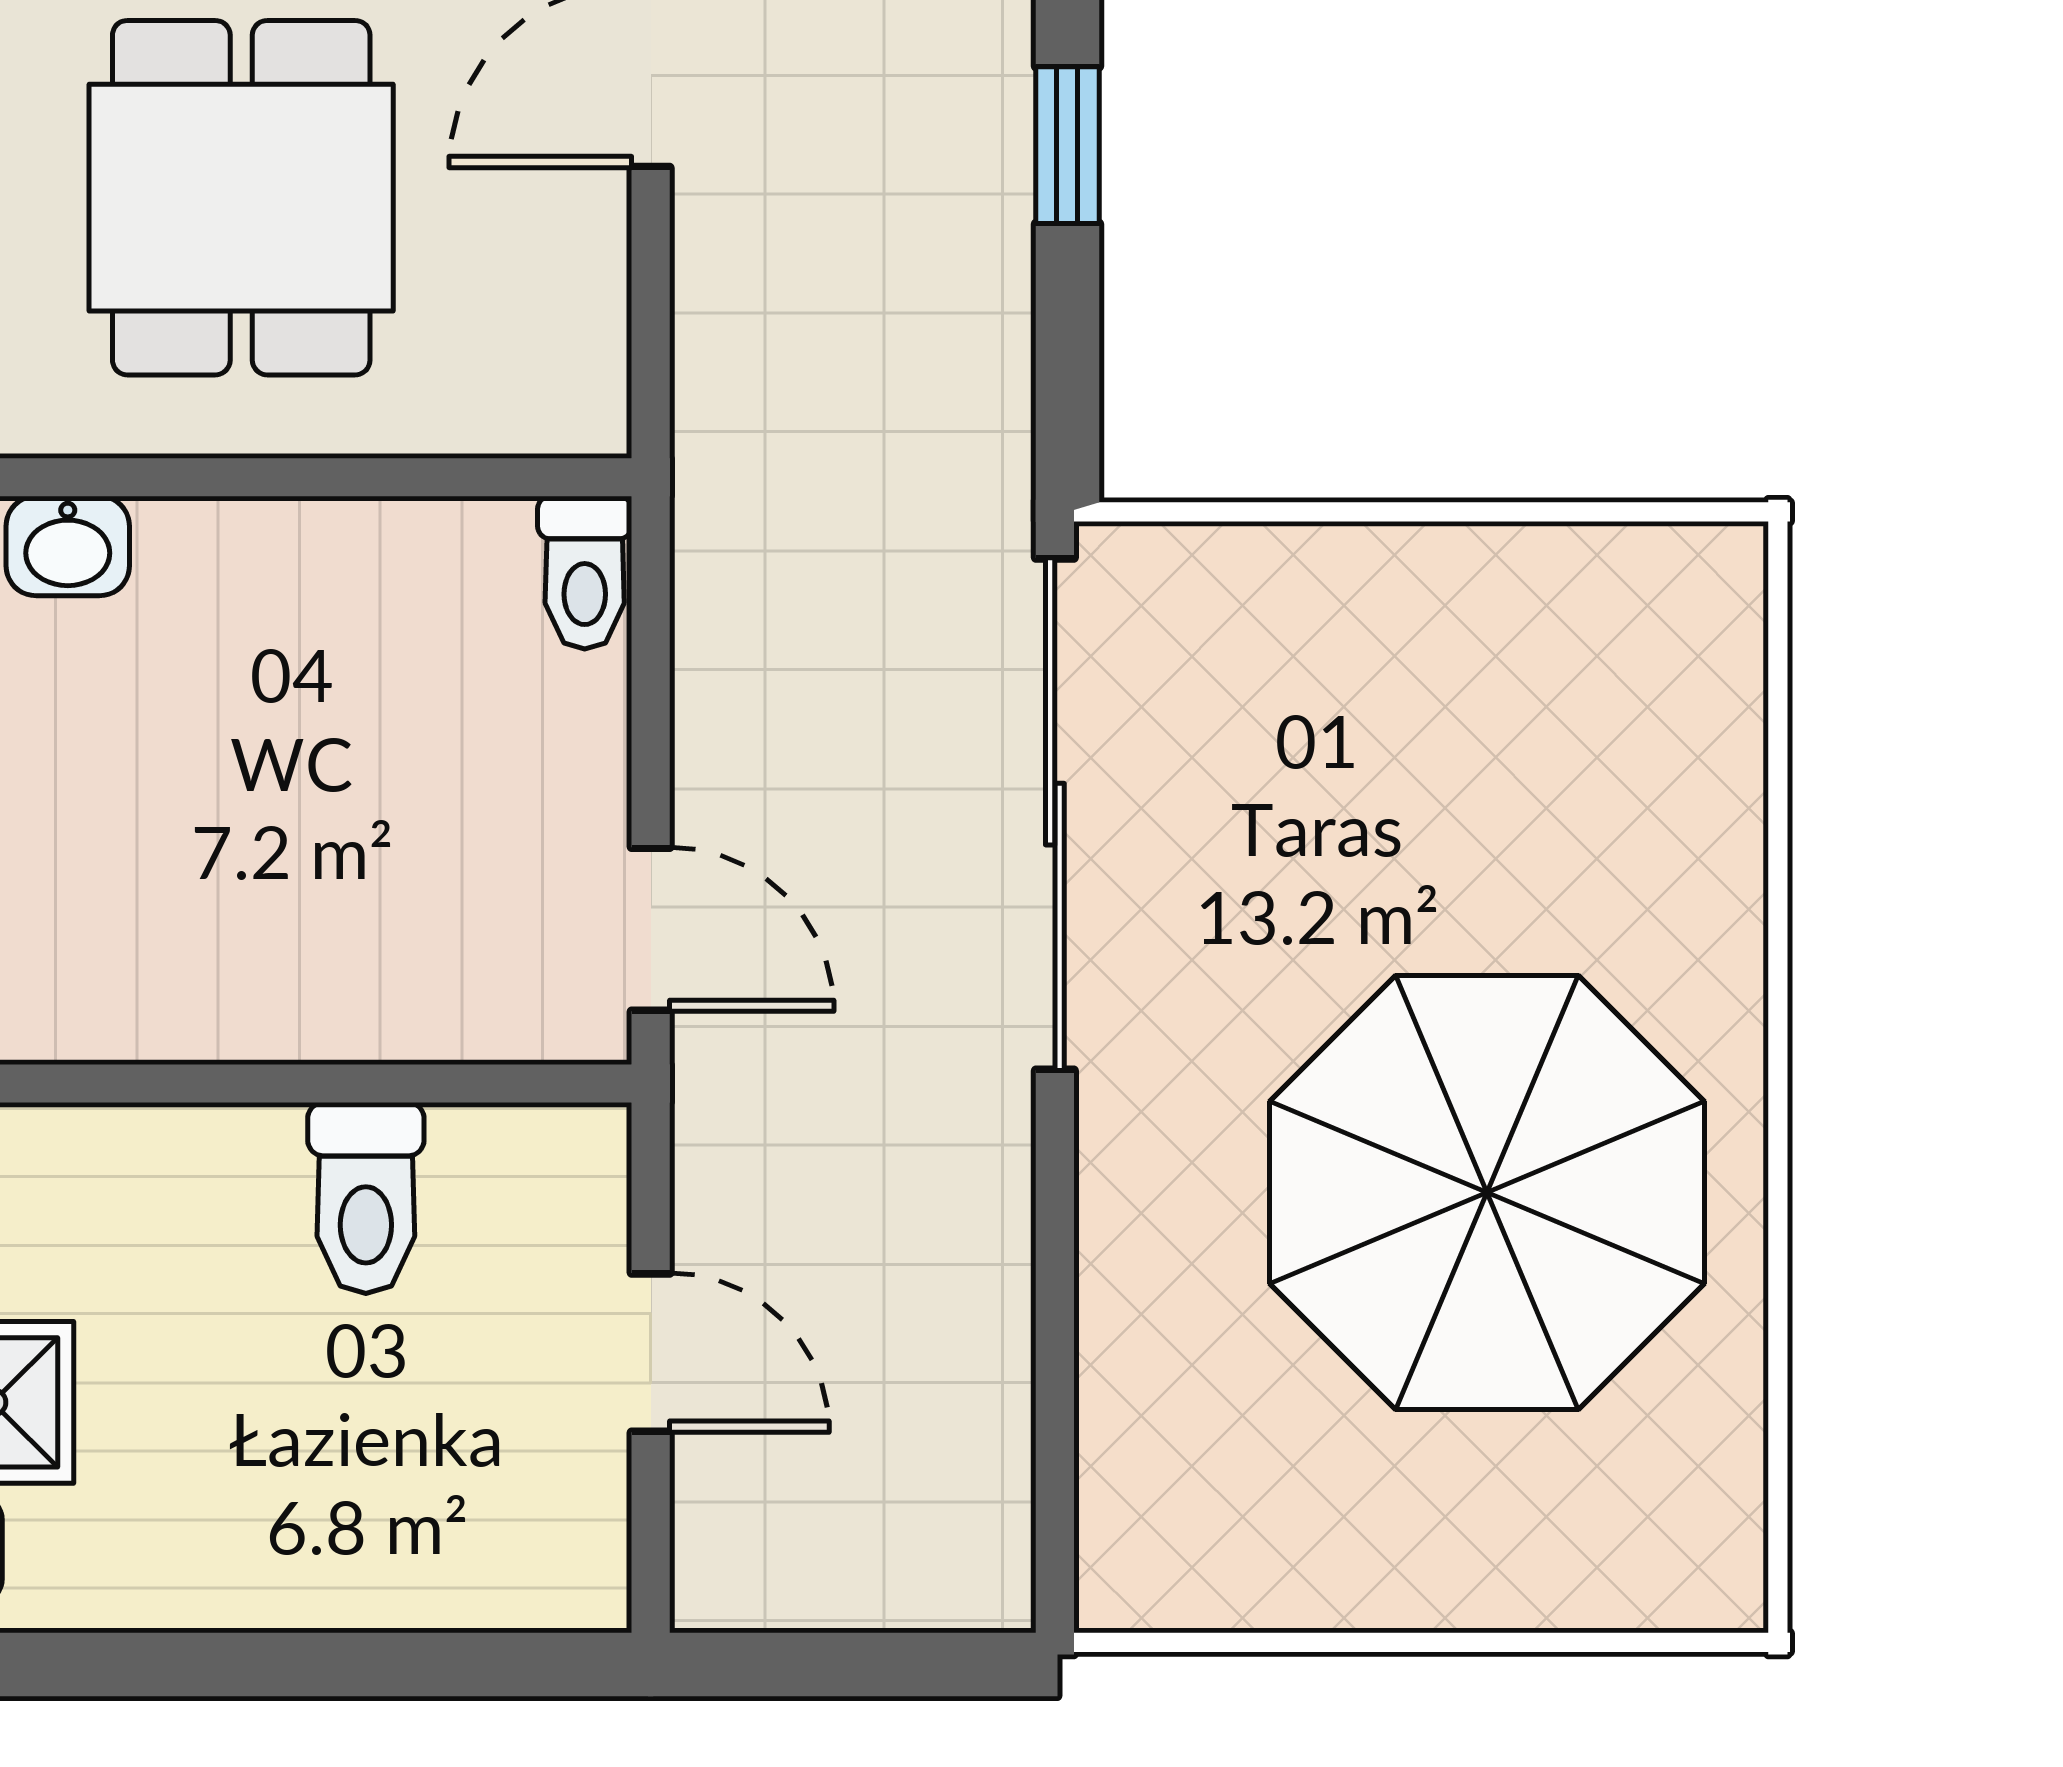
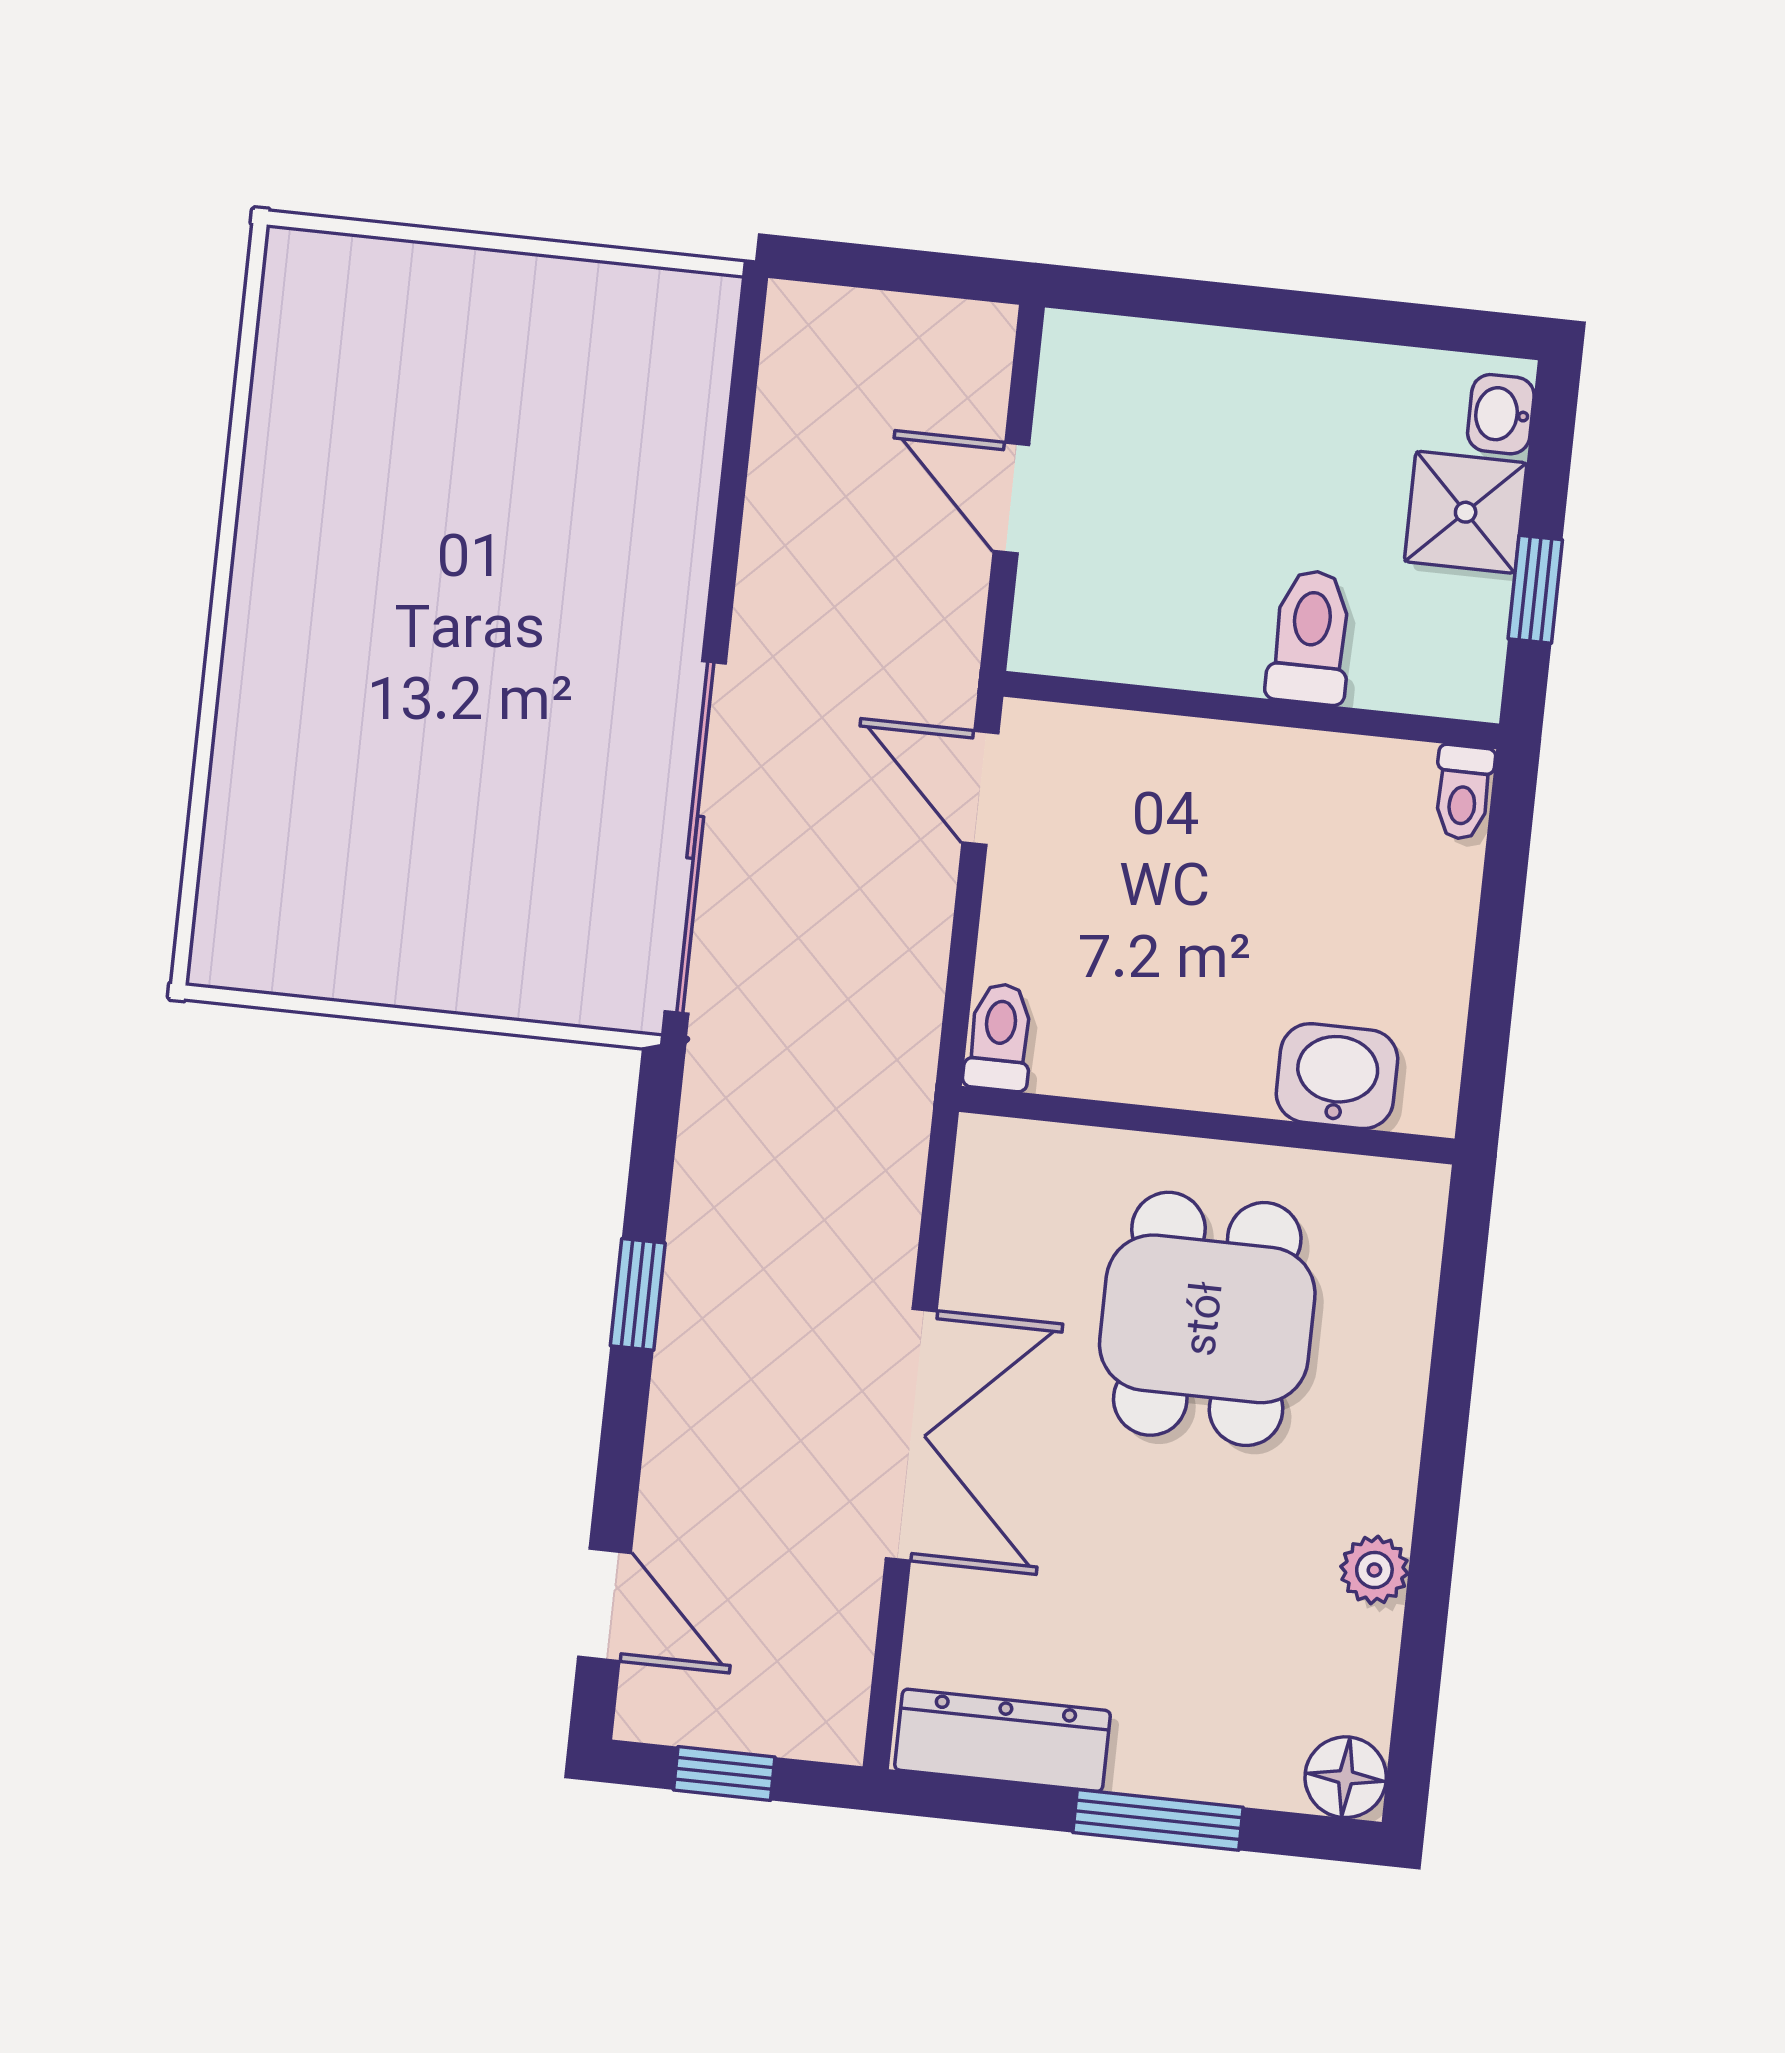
washbasin: (68, 546) -> (1337, 1076), width x1.38, depth x1.45
parasol: (1487, 1192) -> (427, 547), removed
toilet: (366, 1198) -> (1310, 637), moved

